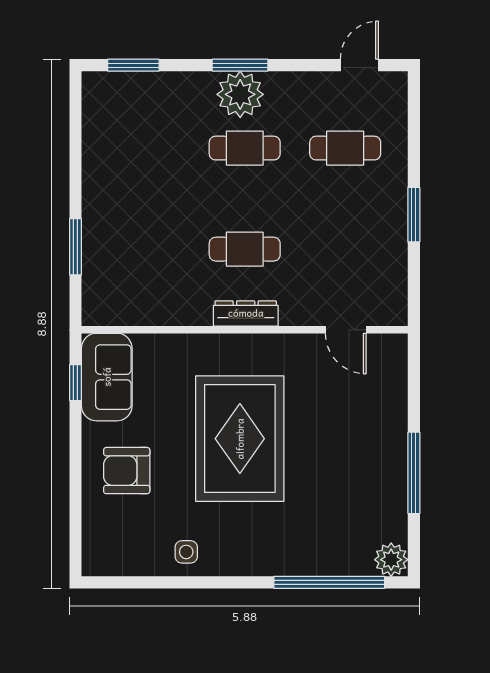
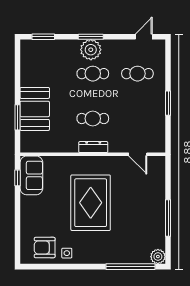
booth: (114, 228) -> (35, 109), added
armchair: (127, 471) -> (45, 248), moved

